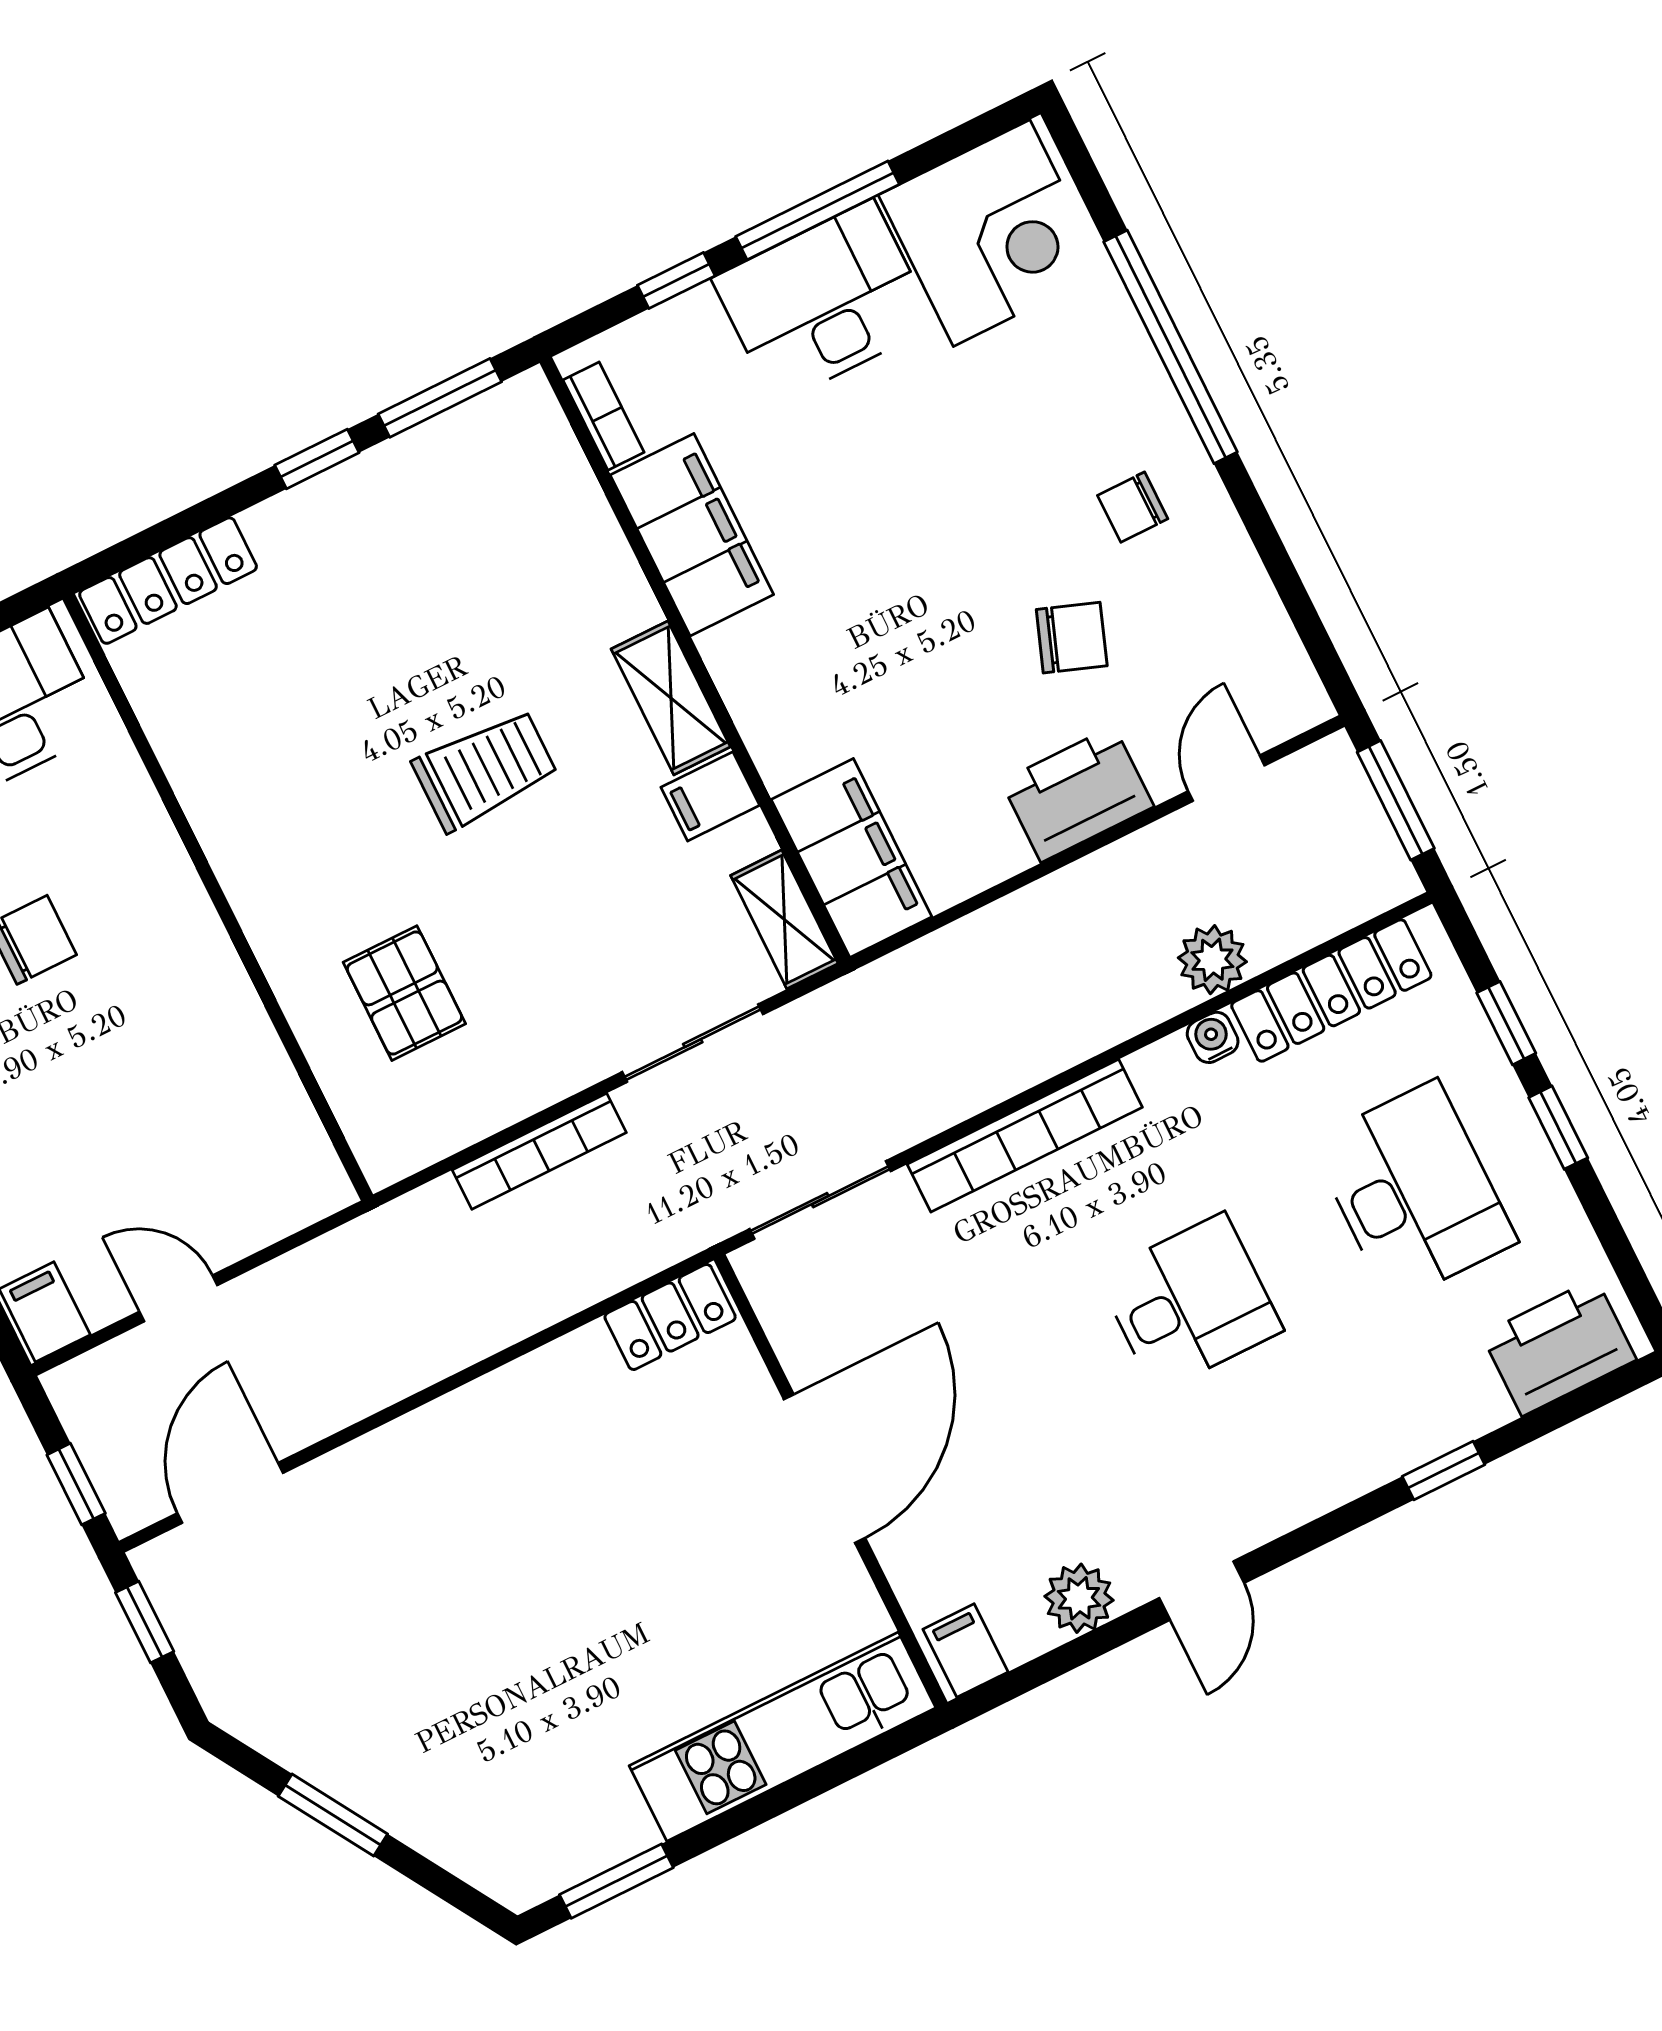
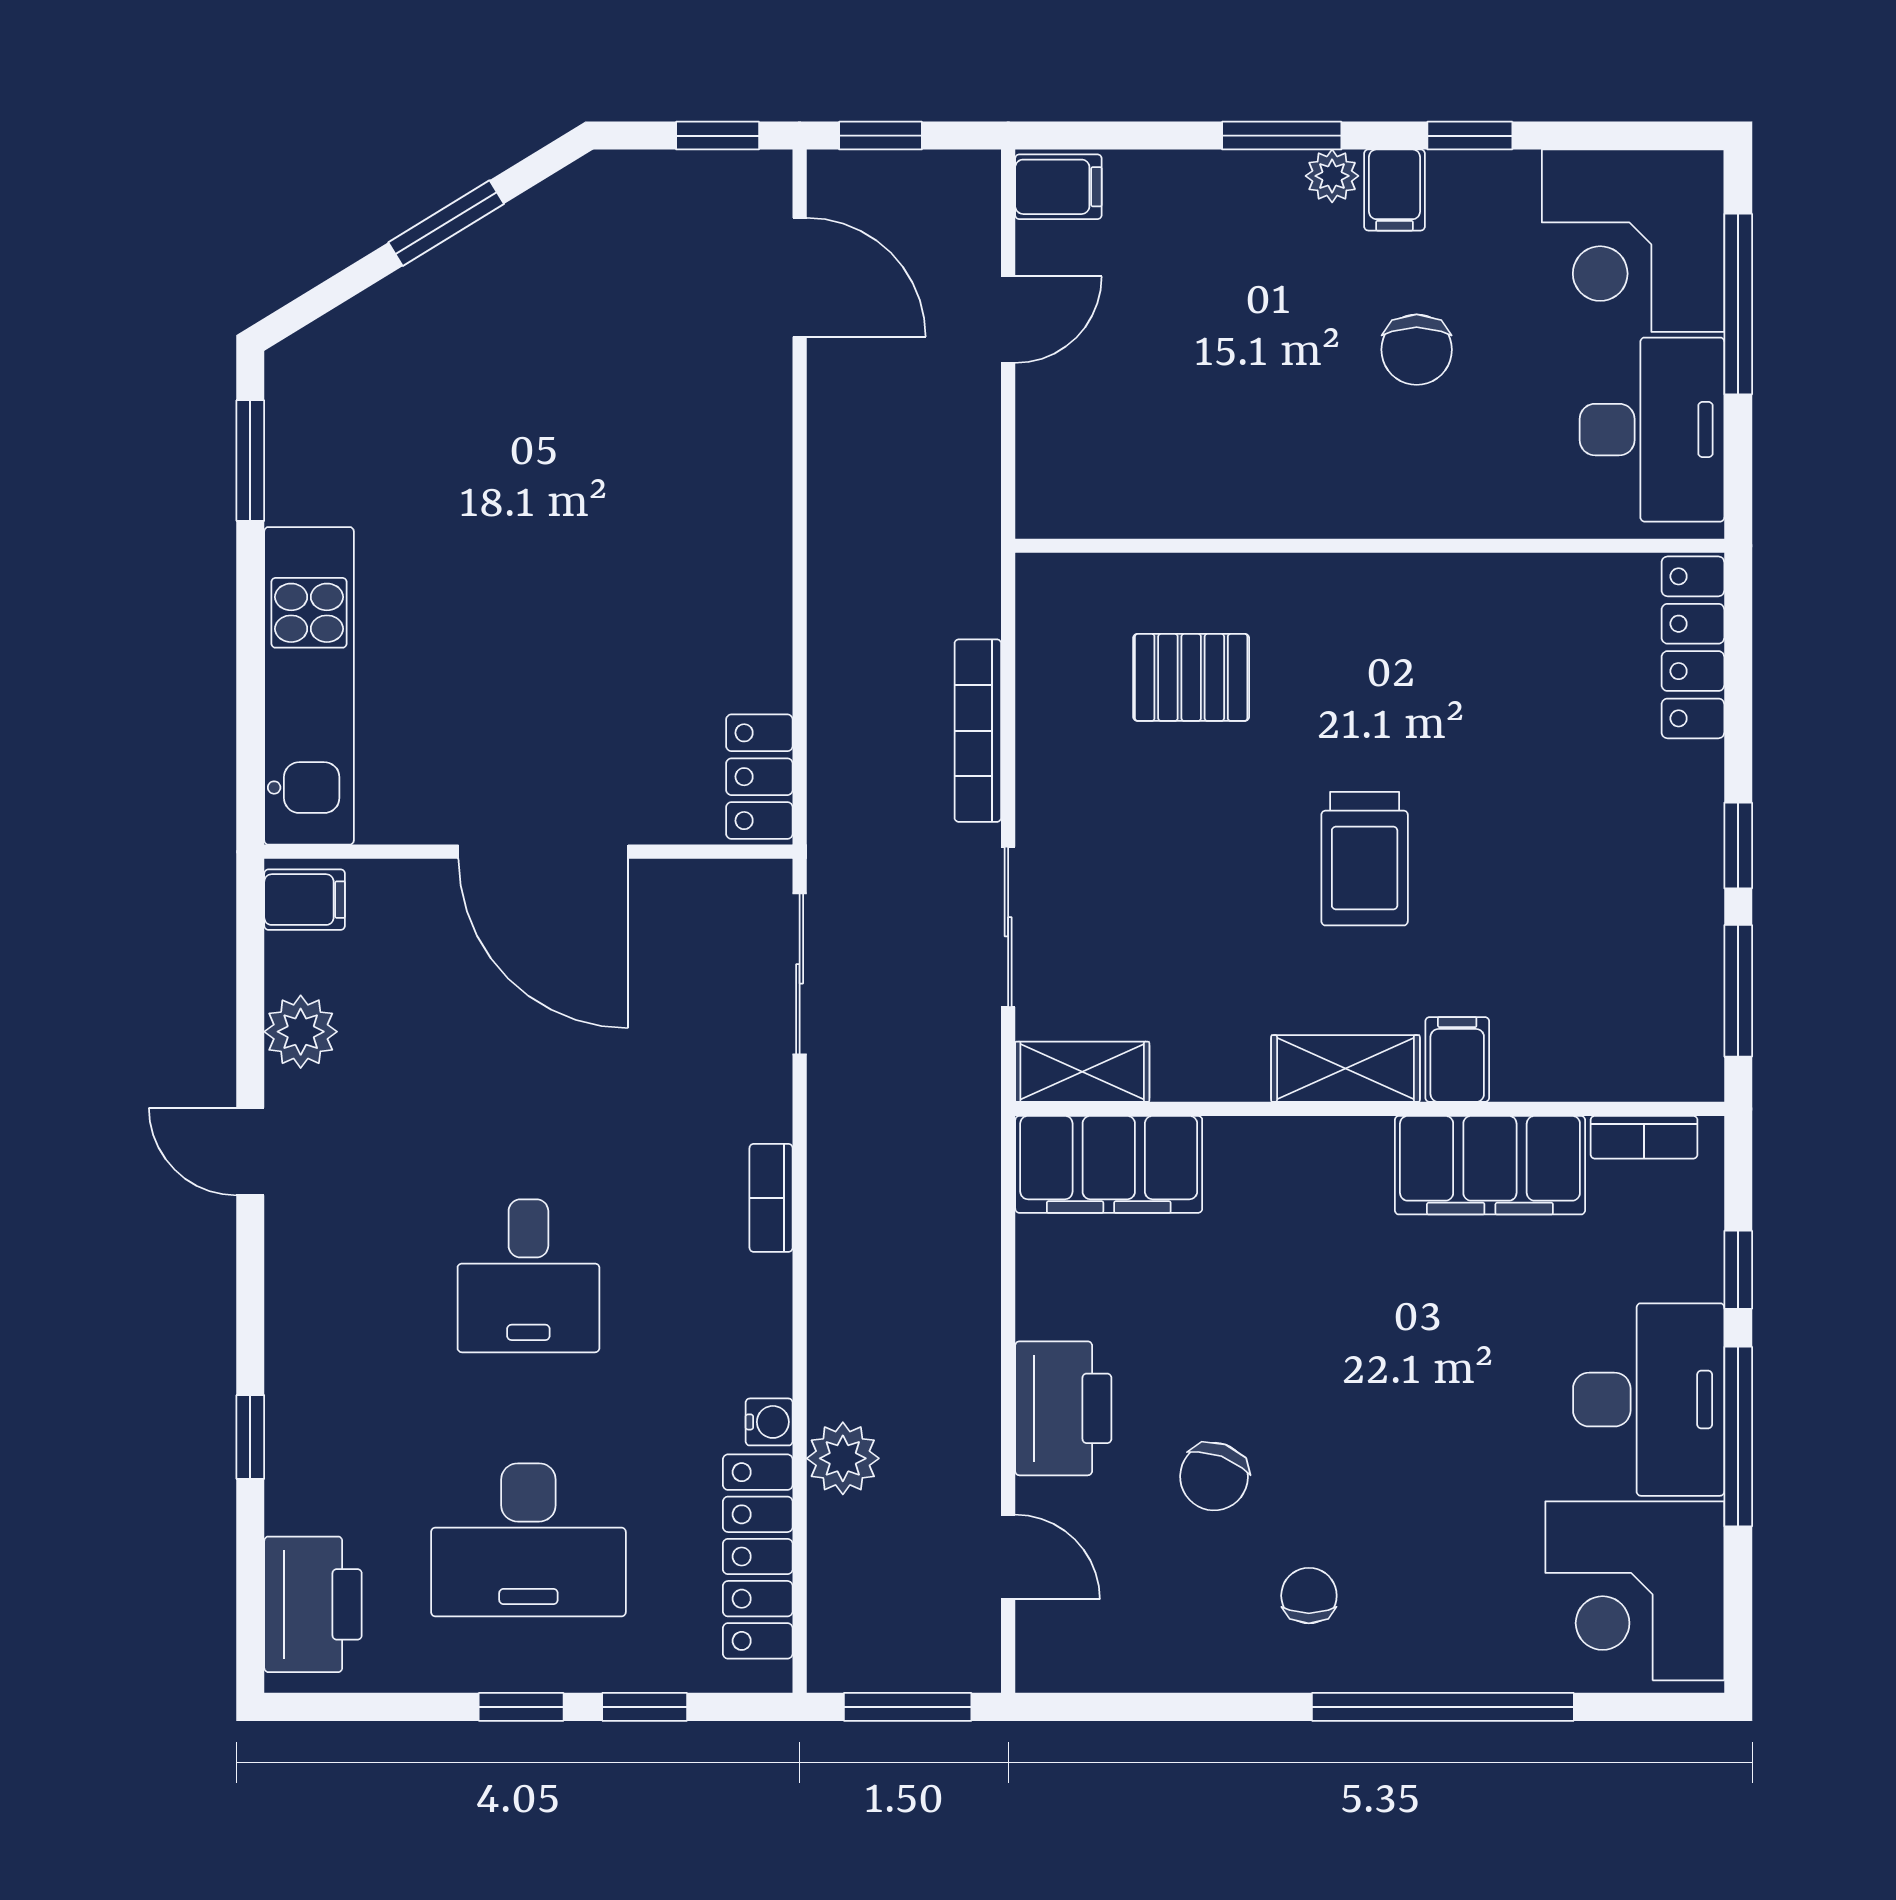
filing cabinet: (710, 796) -> (1457, 1059), moved
bookcase: (1025, 1136) -> (771, 1198), width x0.43, depth x0.76

